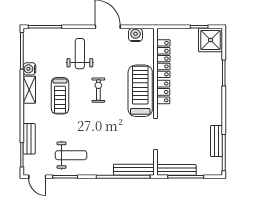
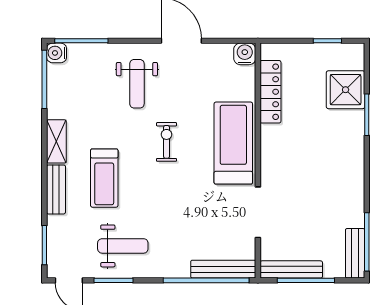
water cooler: (135, 35) -> (245, 54), moved
shower: (211, 40) -> (346, 90), moved
weight bench: (80, 54) -> (137, 84), turned 180
water cooler: (29, 69) -> (57, 53), moved
locker: (163, 92) -> (270, 145), removed
treadmill: (60, 96) -> (104, 178), moved
bench: (29, 139) -> (56, 189), moved
bench: (216, 141) -> (355, 253), moved

